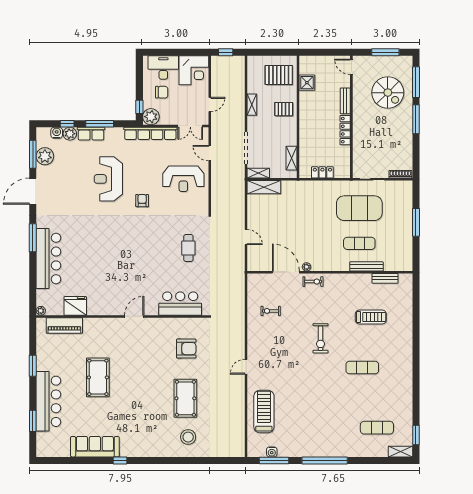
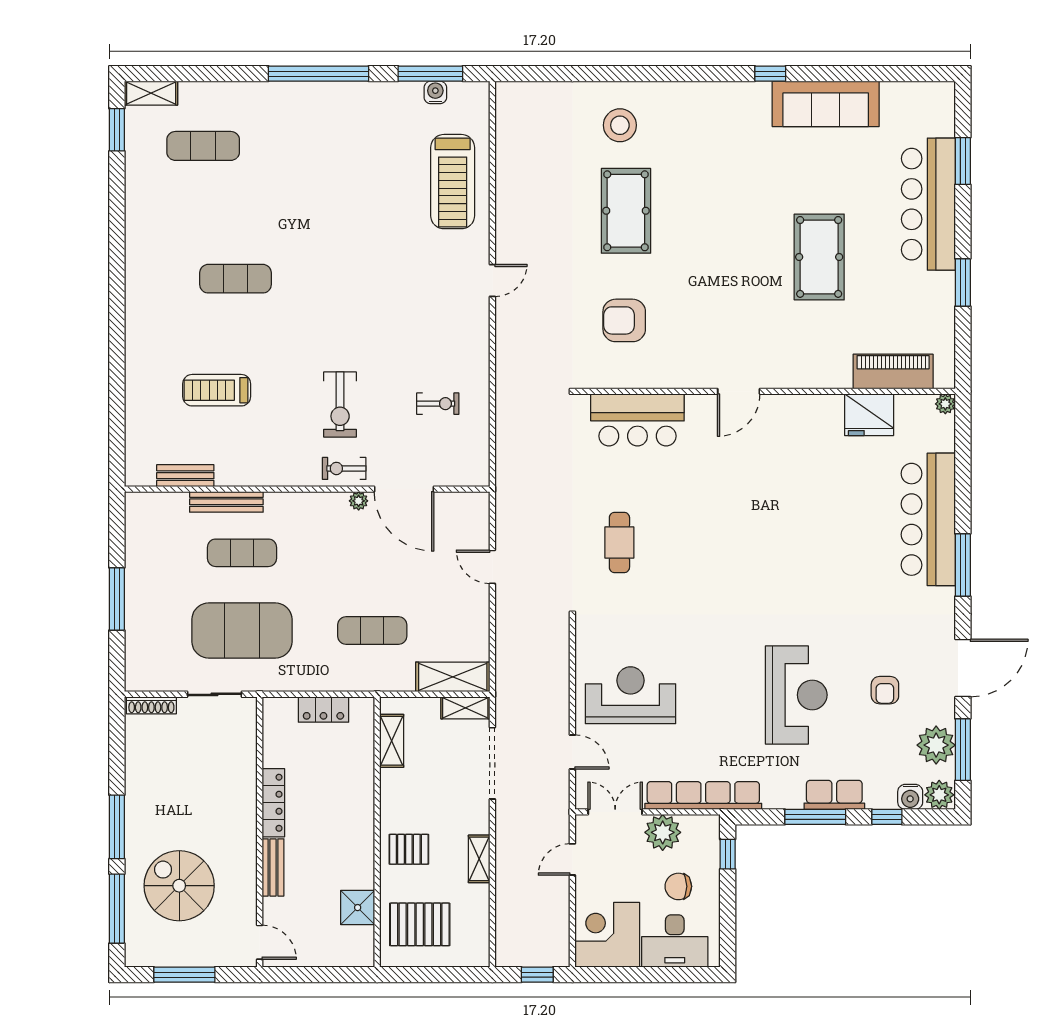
plant: (151, 117) -> (663, 832), moved
plant: (70, 134) -> (939, 795), moved
armchair: (142, 201) -> (885, 690), moved
exercise mat: (300, 208) -> (372, 631), added
exercise bike: (320, 338) -> (340, 405), moved, turned 180

